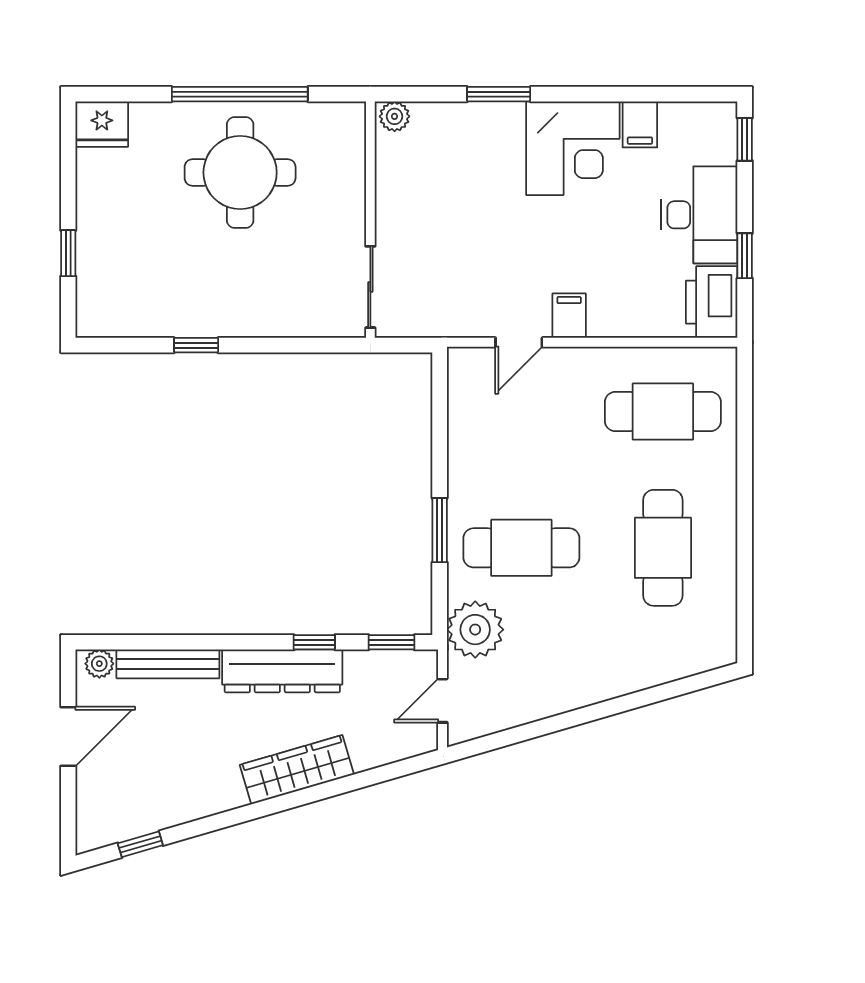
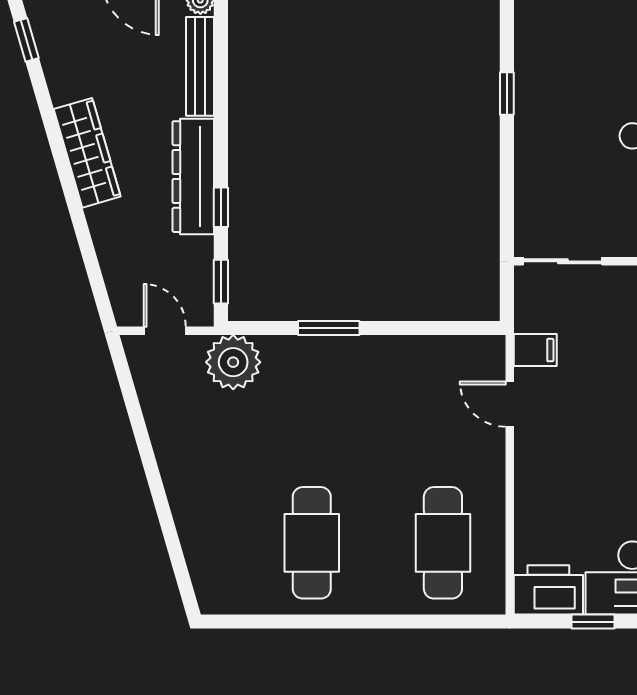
filing cabinet: (569, 316) -> (535, 350), moved
cafe table: (521, 548) -> (312, 407), removed
cafe table: (663, 548) -> (312, 543), turned 90
wardrobe: (297, 770) -> (87, 153), moved

